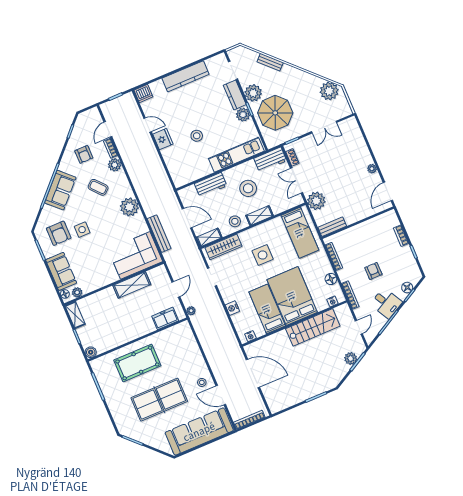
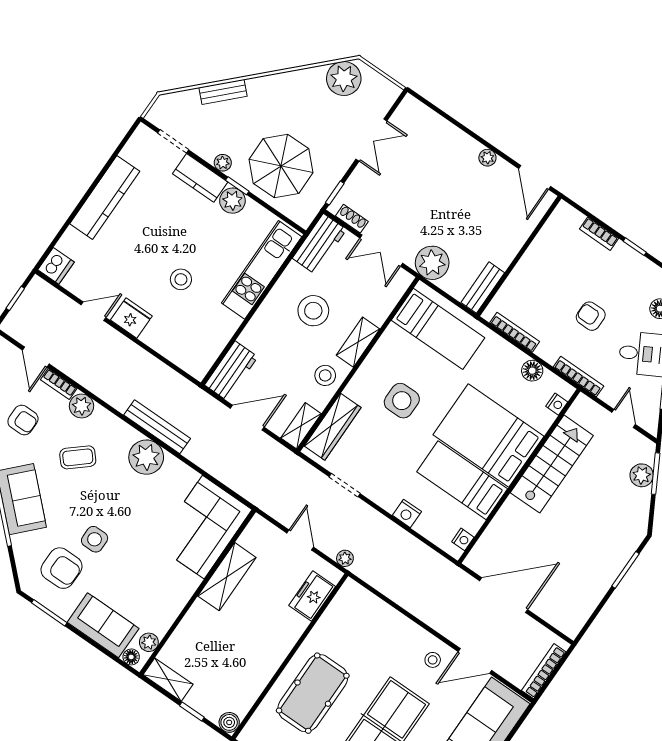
plant: (253, 93) -> (223, 163), width x0.53, depth x0.53
workbench: (211, 185) -> (231, 371), moved
bench: (159, 234) -> (157, 427), moved

